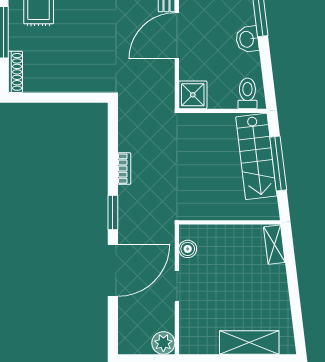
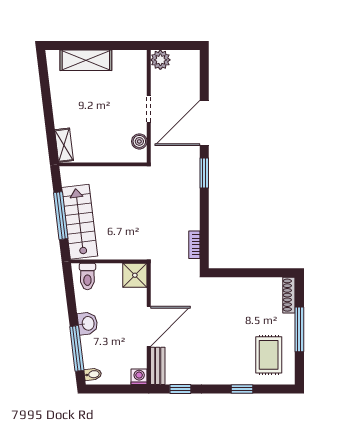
bookcase: (124, 169) -> (194, 245), moved

